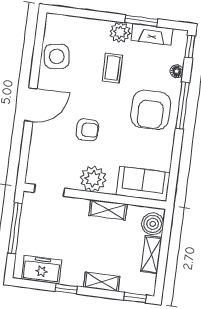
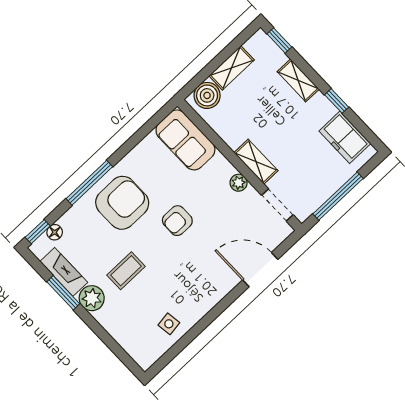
side table: (57, 56) -> (169, 324), width x0.54, depth x0.54
floor lamp: (177, 71) -> (55, 232), moved
door: (31, 105) -> (260, 270), moved
armchair: (87, 130) -> (177, 221), moved, turned -90
plant: (93, 179) -> (239, 183), width x0.53, depth x0.53
shelving: (108, 210) -> (256, 162), moved

